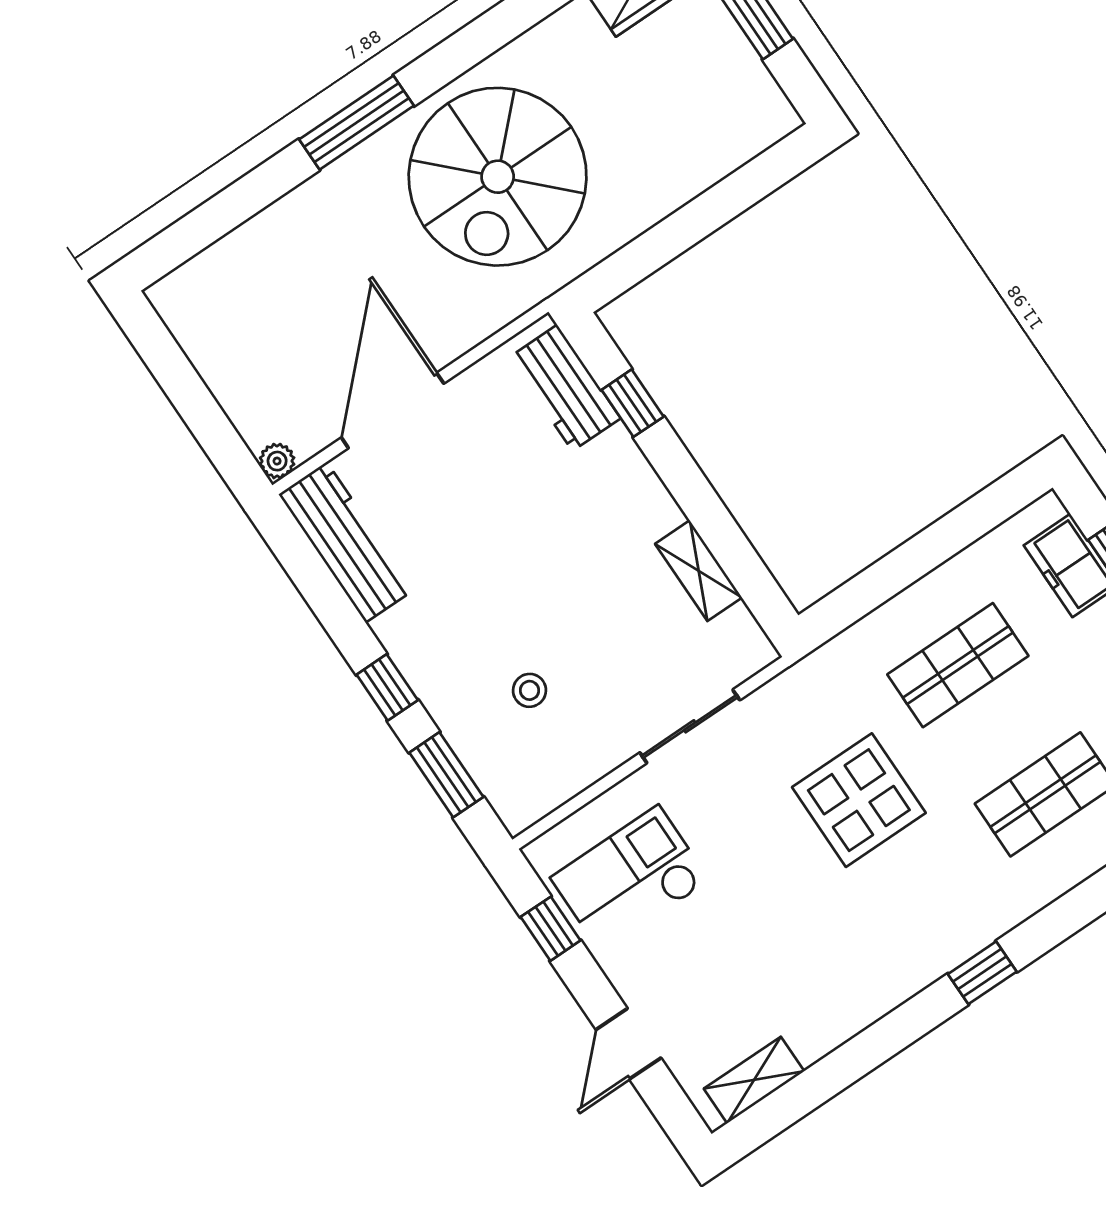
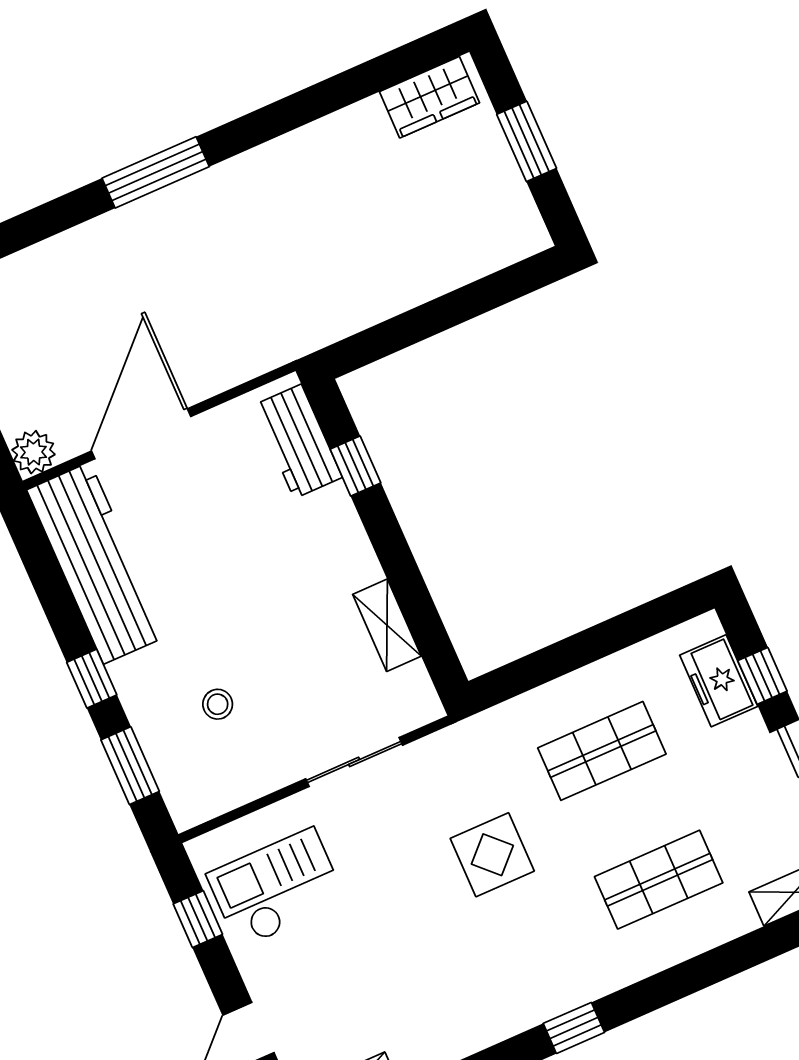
spiral stairs: (498, 177) -> (272, 243), removed
plant: (277, 461) -> (34, 452), width x1.38, depth x1.38
workbench: (346, 542) -> (97, 563), width x1.36, depth x1.32
display table: (859, 800) -> (492, 855), width x0.73, depth x0.73

